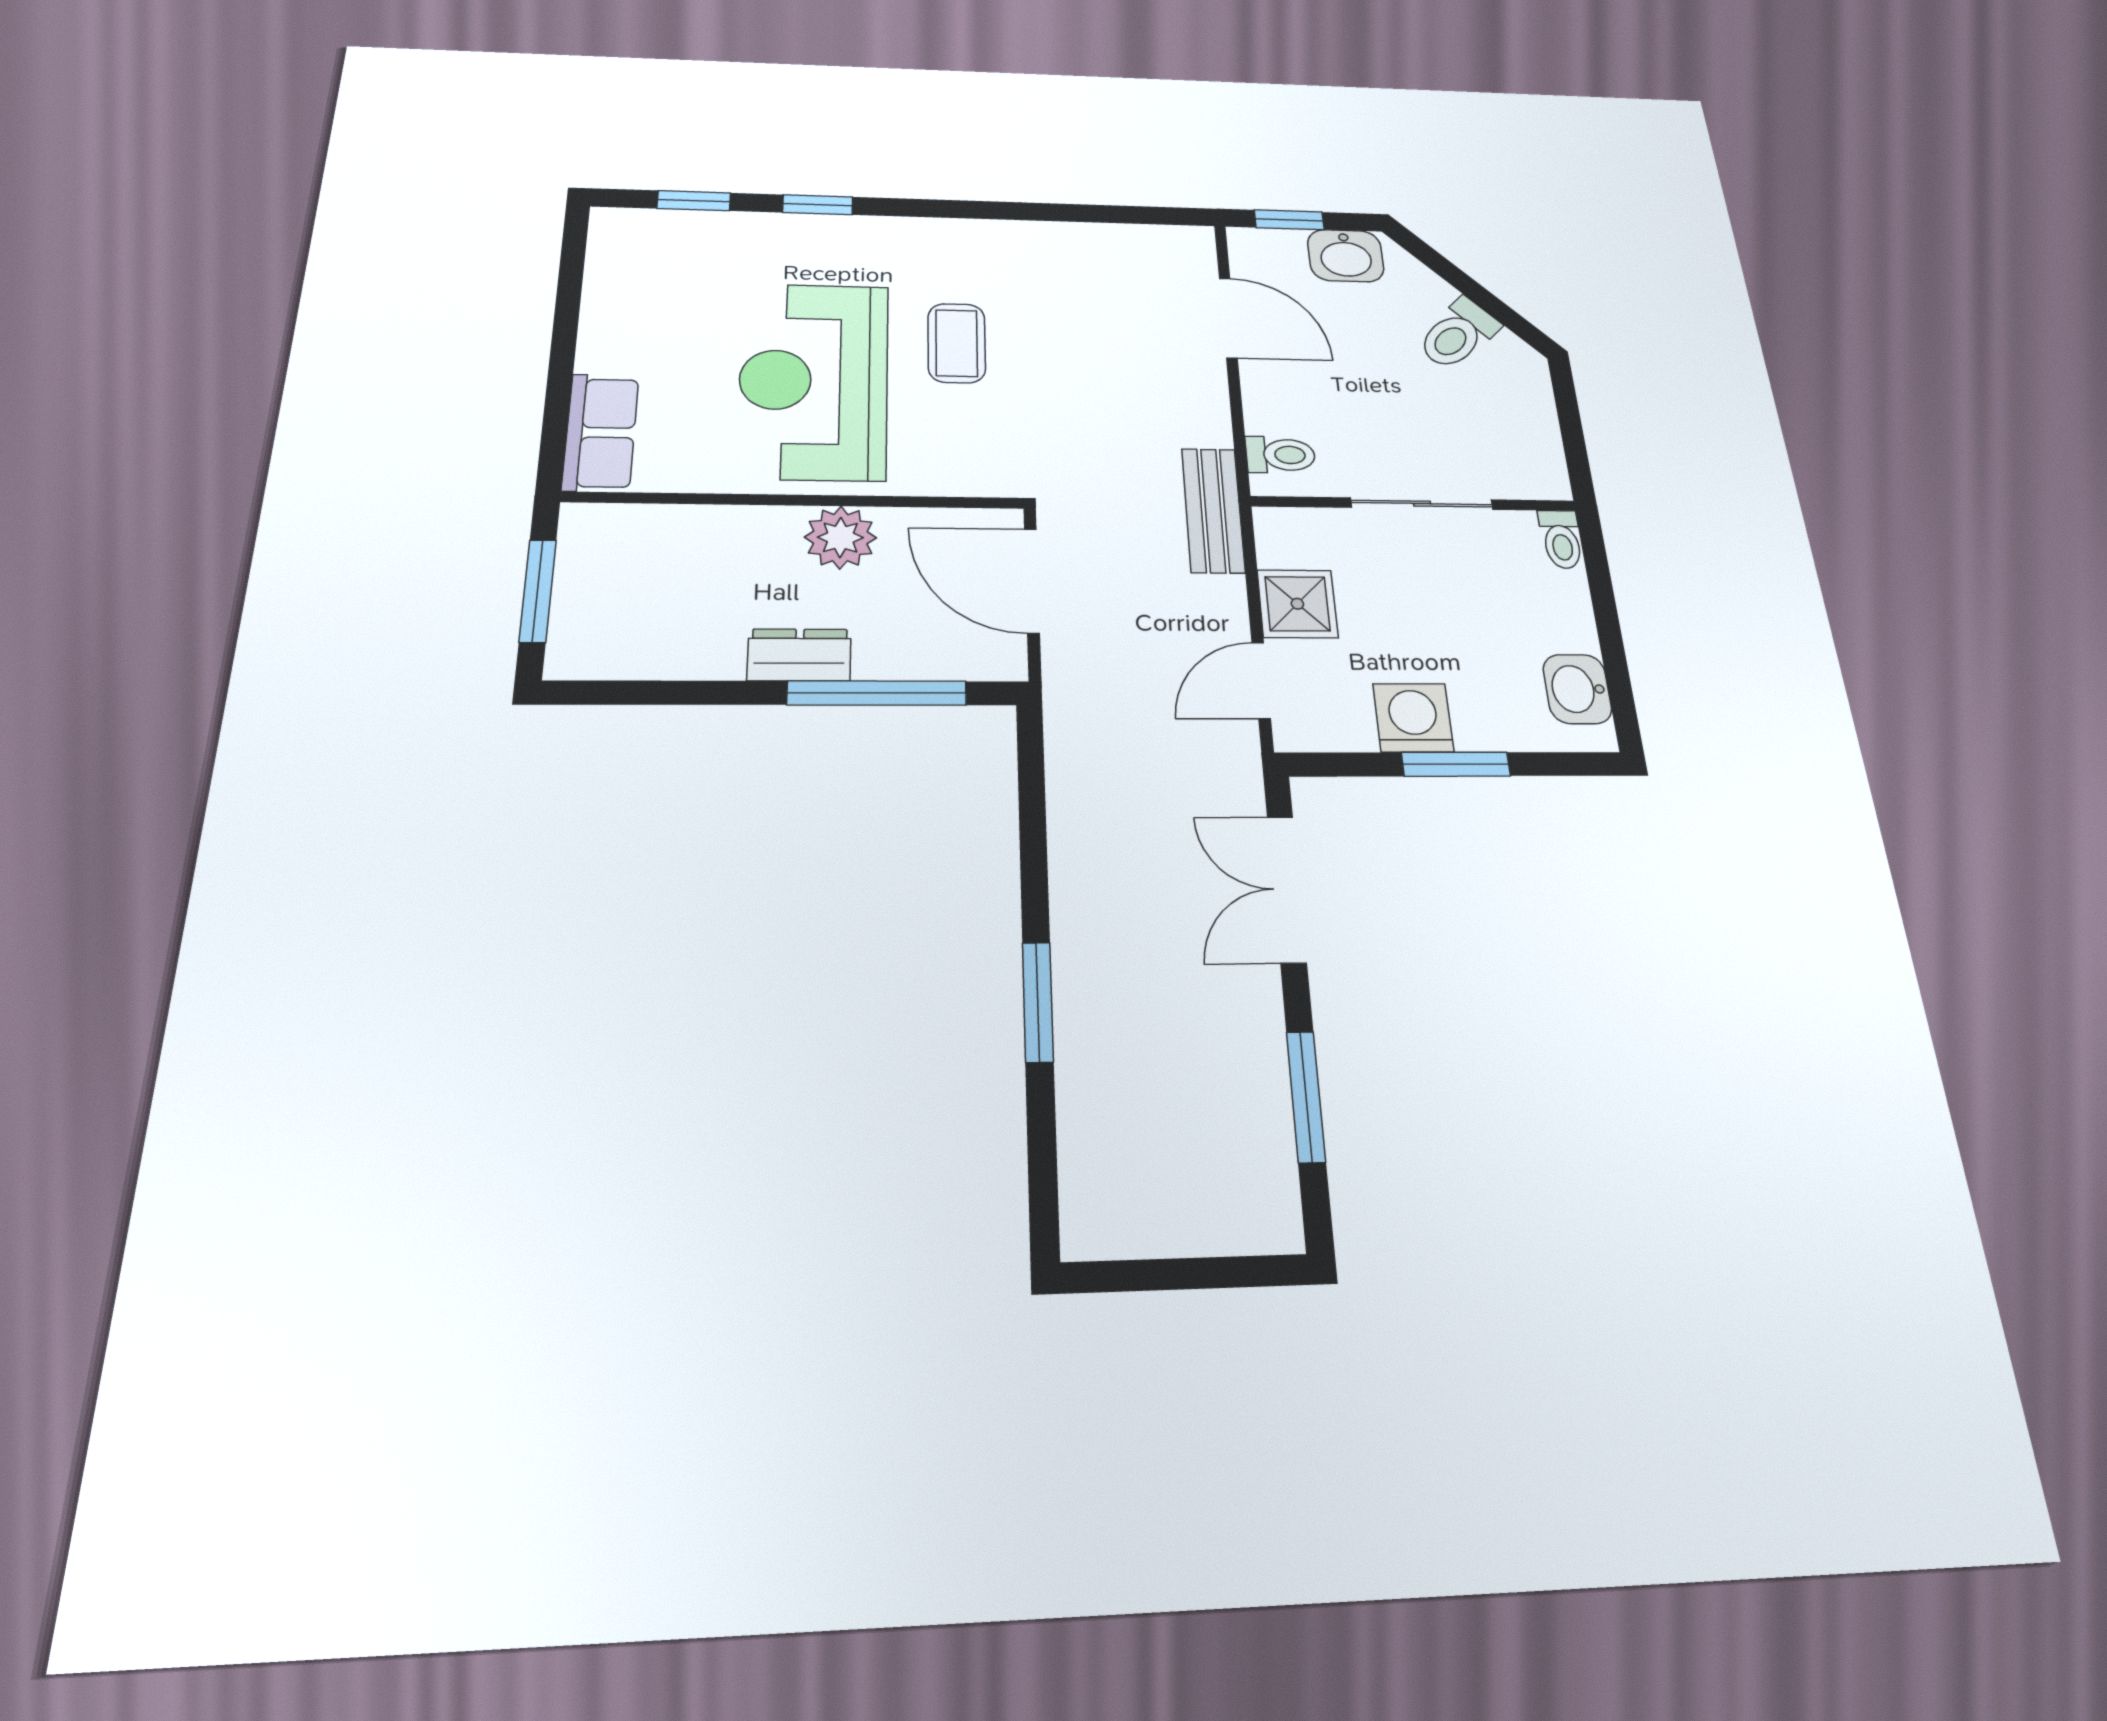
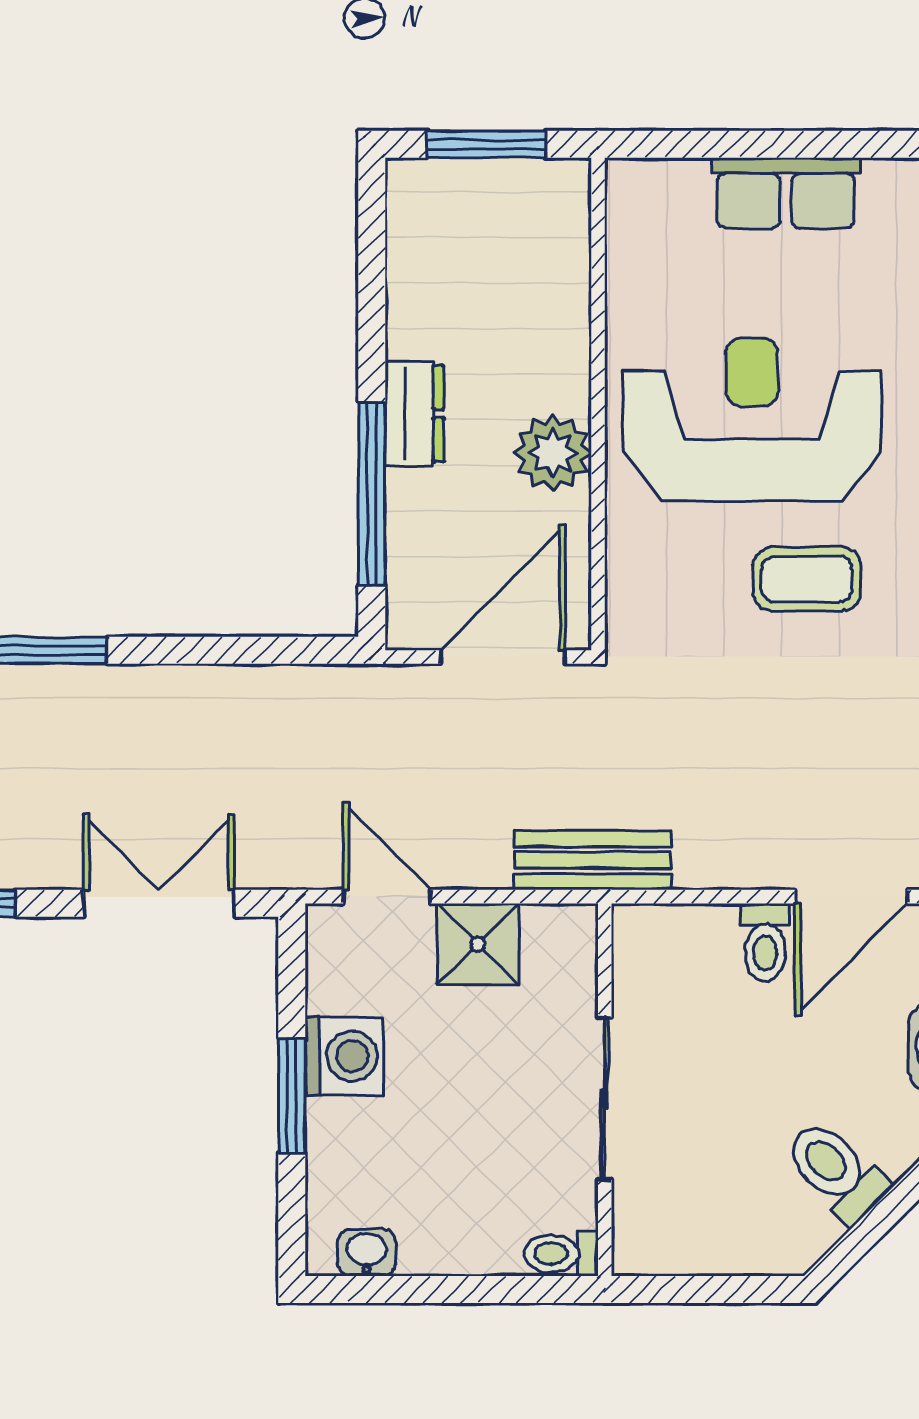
row of seats: (601, 432) -> (786, 193), moved
toilet: (1280, 455) -> (765, 942), moved
washbasin: (1577, 689) -> (367, 1252), width x0.72, depth x0.69

